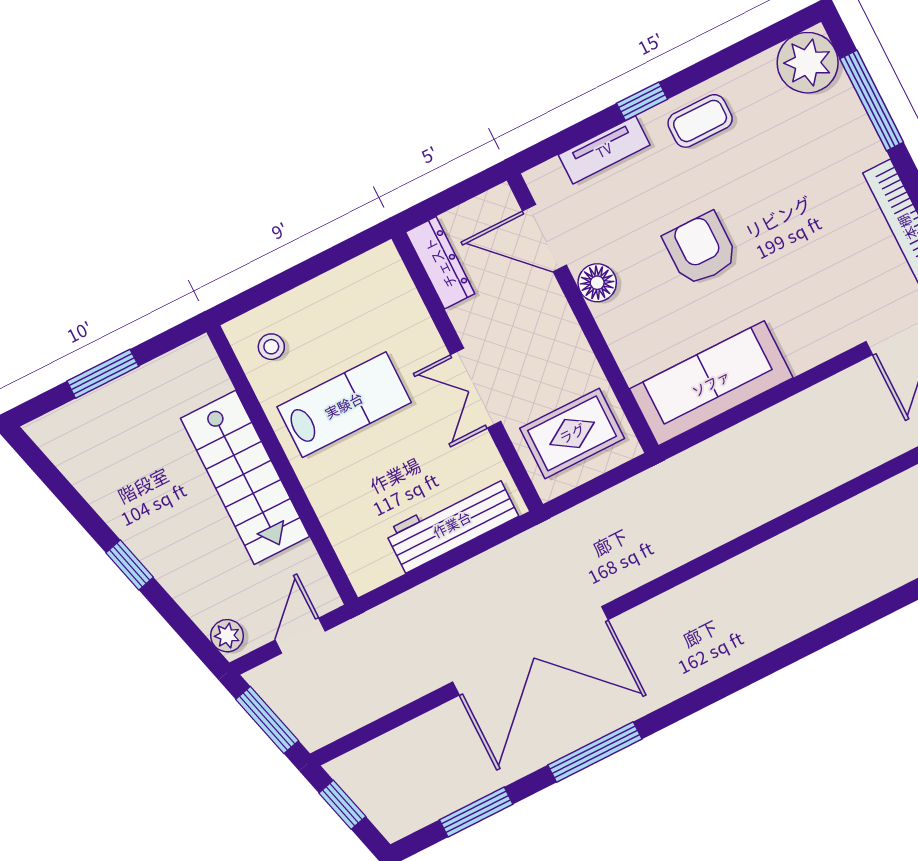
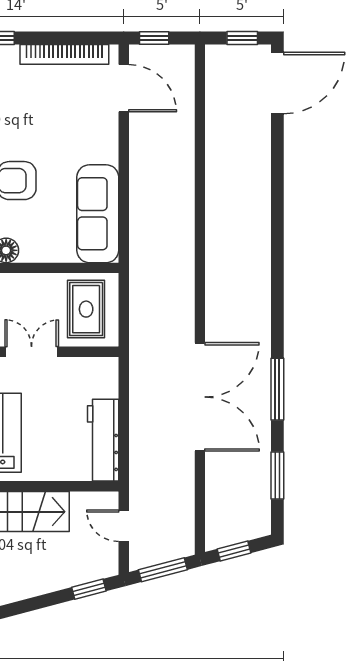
double door: (476, 388) -> (32, 352), swing flipped
workbench: (452, 524) -> (103, 440), moved
window: (130, 565) -> (89, 589), moved
plant: (227, 636) -> (102, 568), removed

